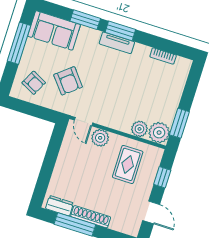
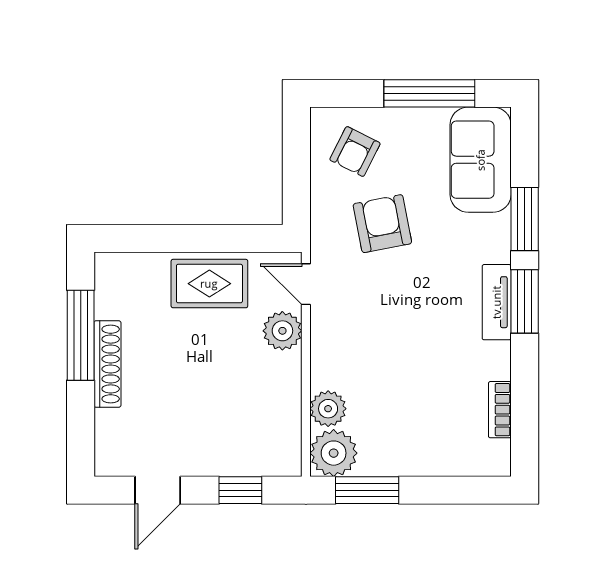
armchair: (68, 81) -> (382, 224), turned 118
door: (83, 122) -> (306, 284), hinge flipped
rug: (128, 164) -> (209, 284), moved
dresser: (59, 206) -> (110, 290), removed

